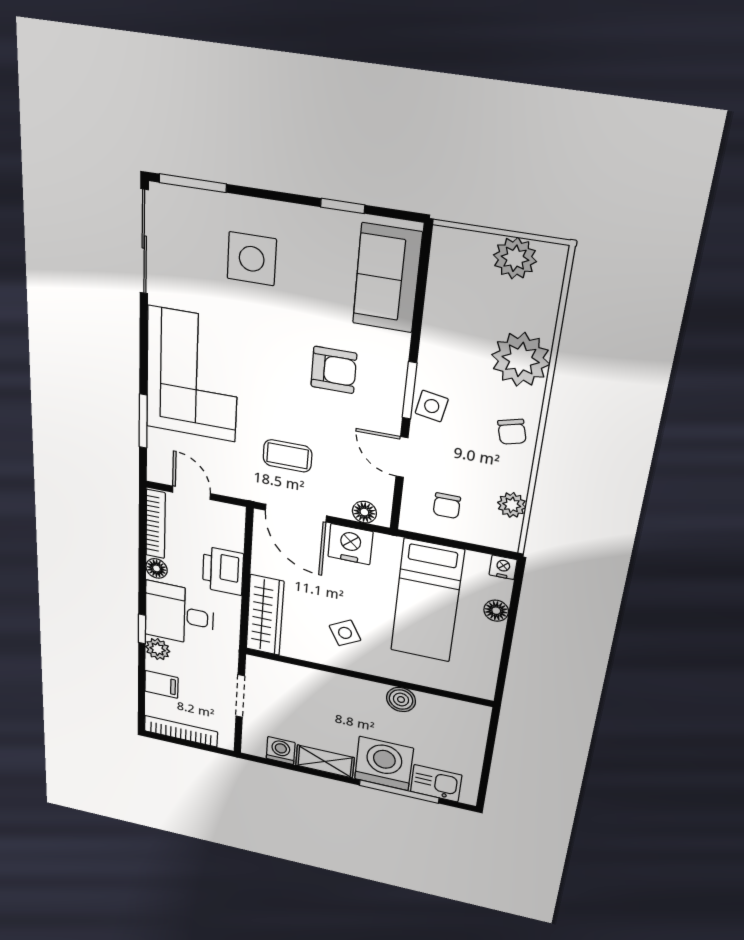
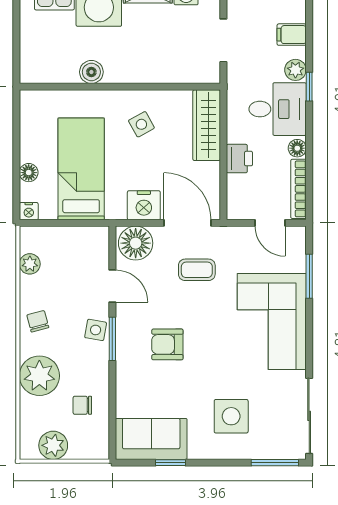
sofa: (387, 278) -> (151, 439), moved, turned -90
chair: (447, 506) -> (82, 405), moved, turned -90
floor lamp: (364, 512) -> (136, 243), width x1.89, depth x1.89
printer: (223, 571) -> (239, 159), width x0.73, depth x0.81

